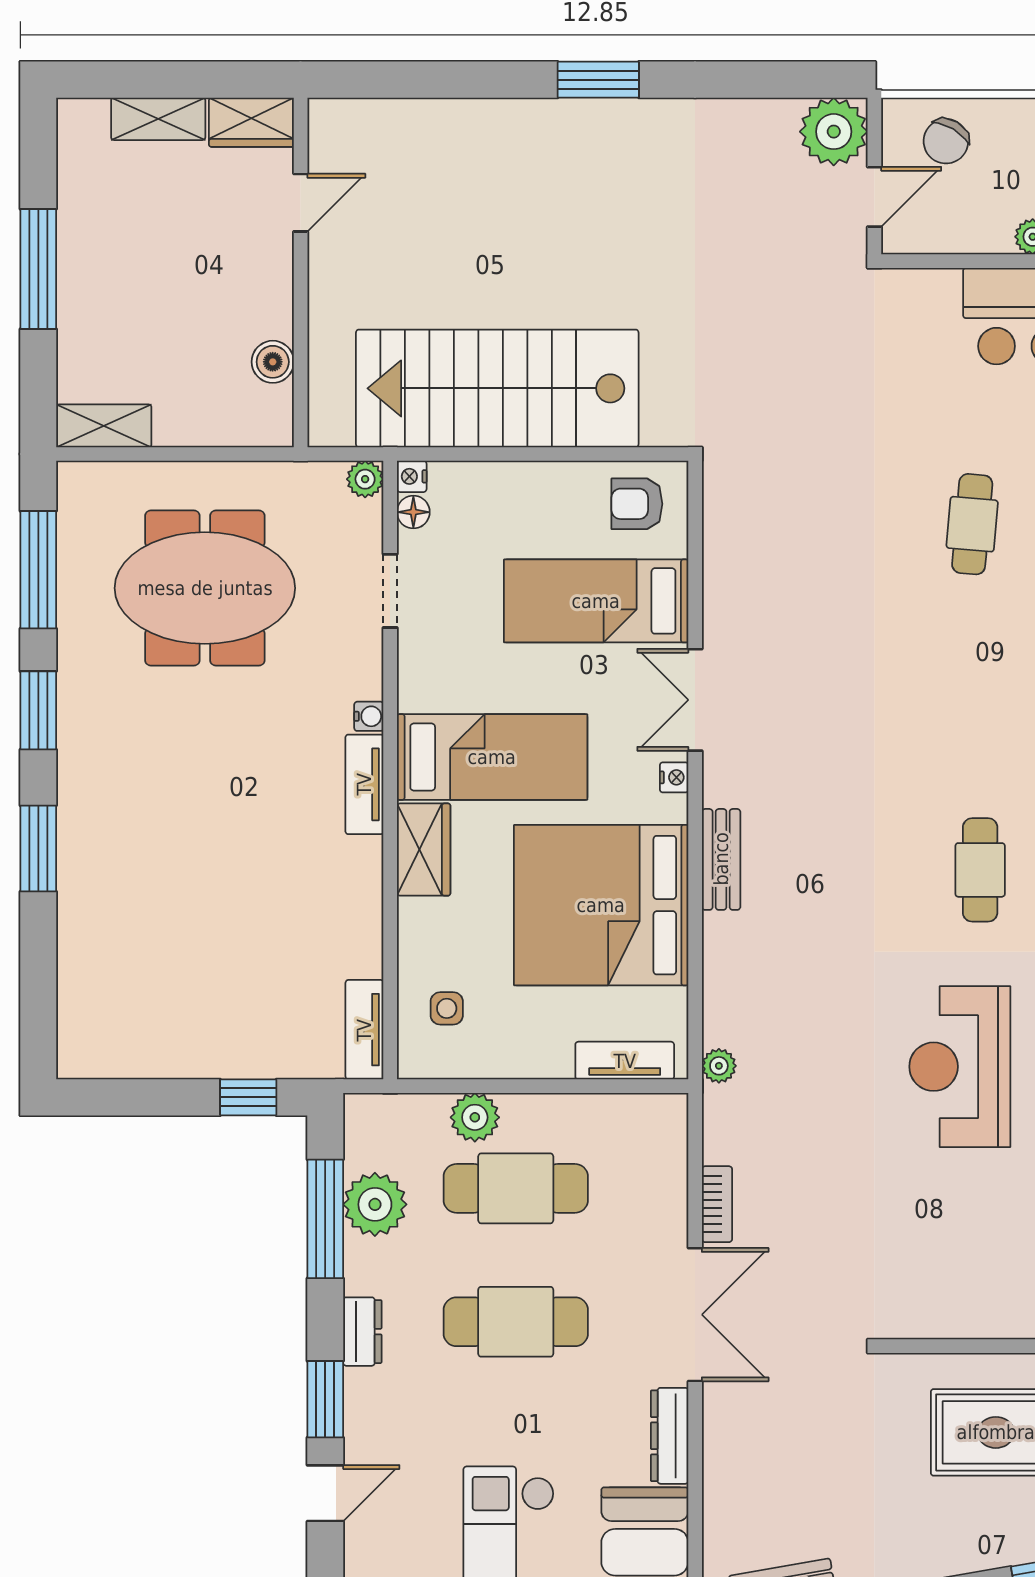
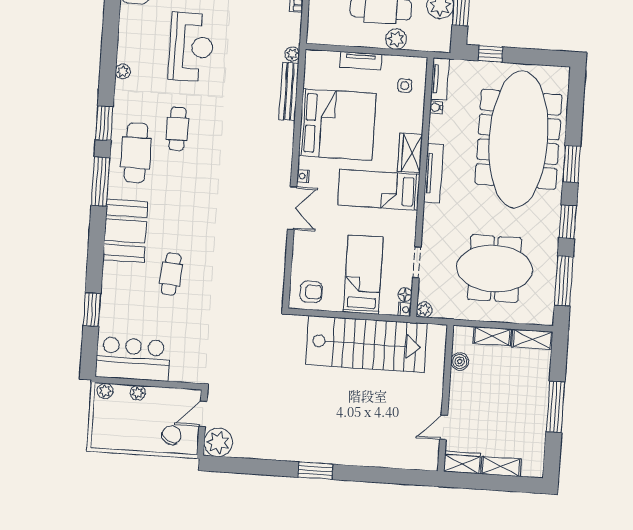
shelving: (200, 427) -> (492, 336), added
bed: (596, 601) -> (363, 275), moved, turned -90
water cooler: (369, 716) -> (436, 107), moved
tv unit: (364, 784) -> (434, 173), width x1.41
bench: (721, 859) -> (289, 91), moved, width x1.36
meeting table: (168, 899) -> (518, 139), added
tv unit: (625, 1061) -> (361, 61), moved

